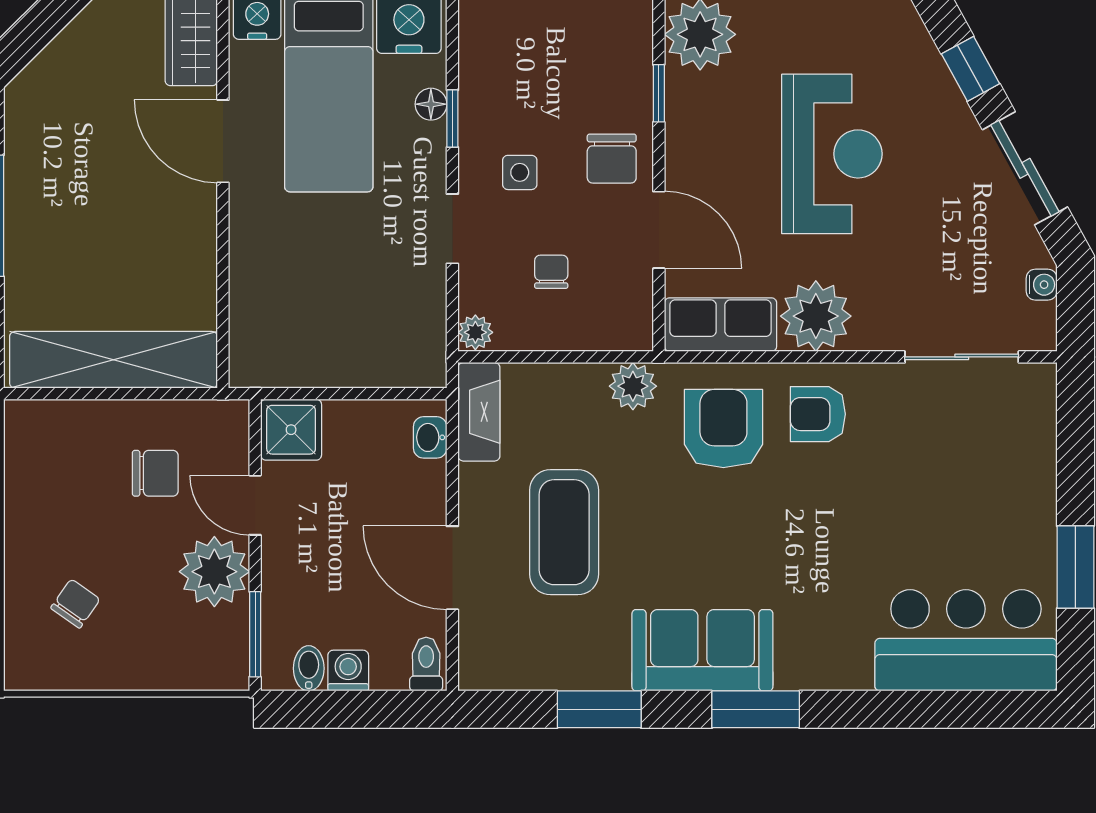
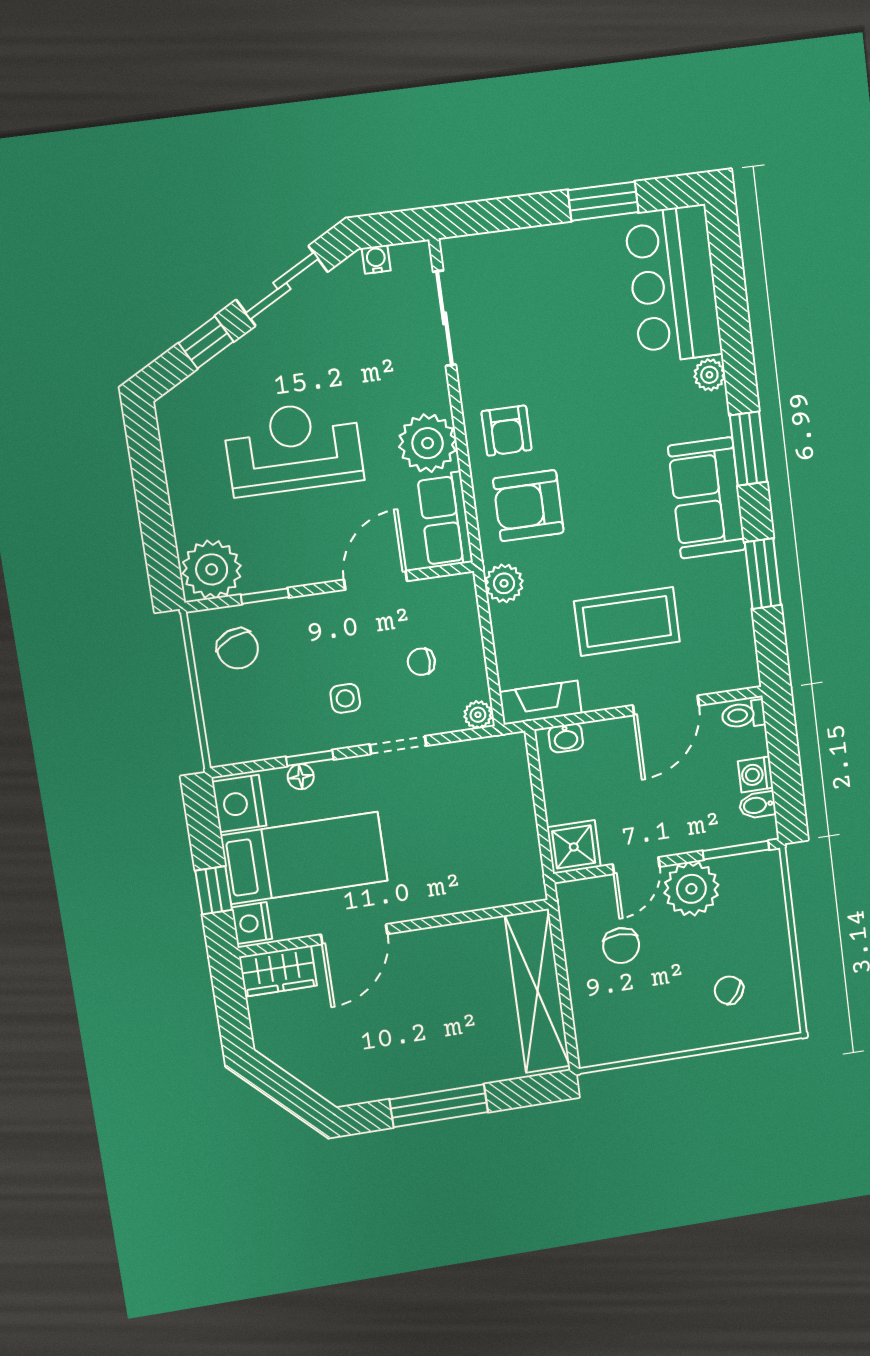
chair: (612, 159) -> (238, 649), moved, turned 68
chair: (155, 473) -> (621, 946), turned 180
plant: (852, 672) -> (709, 375), added

